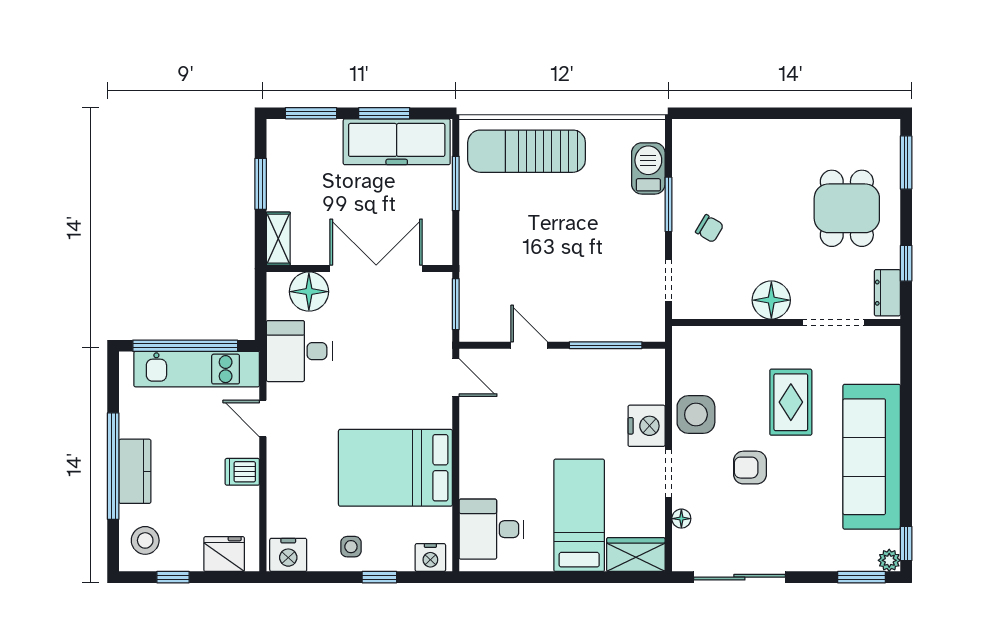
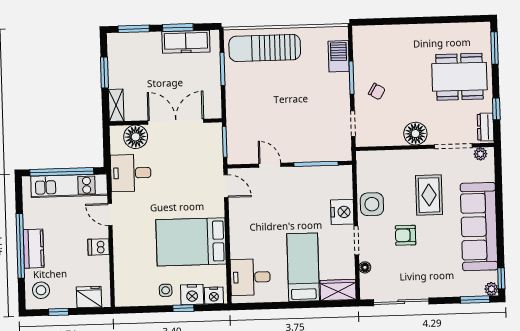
freezer: (397, 142) -> (186, 42), width x0.73, depth x0.79
dining table: (847, 208) -> (459, 77), width x1.38
plant: (878, 337) -> (480, 154), added
nightstand: (288, 555) -> (192, 295), moved

